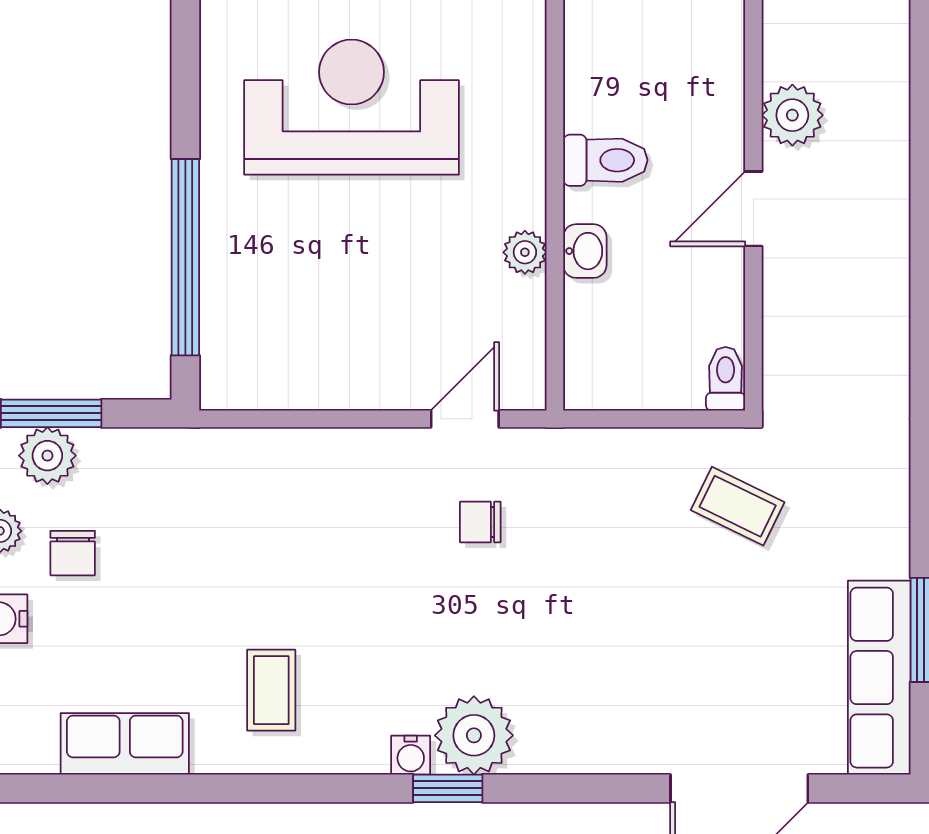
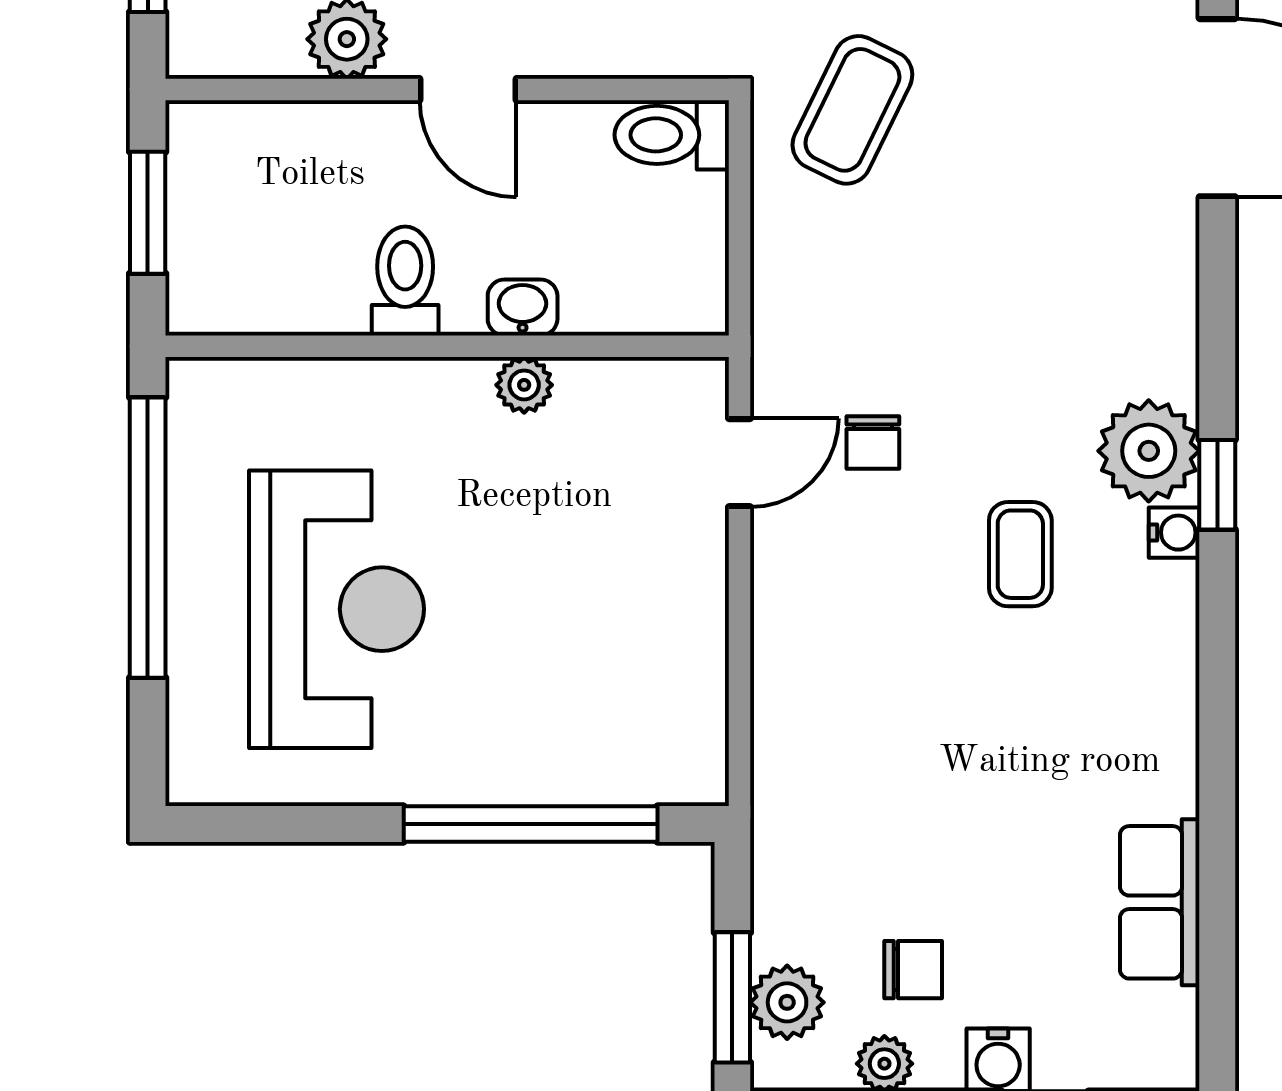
reception desk: (351, 107) -> (337, 609), turned 180
toilet: (726, 379) -> (672, 135), width x1.37, depth x1.39
door: (465, 419) -> (739, 463), swing flipped
coffee table: (738, 506) -> (852, 110), width x1.36, depth x1.30
coffee table: (271, 690) -> (1020, 554), moved, turned 90

